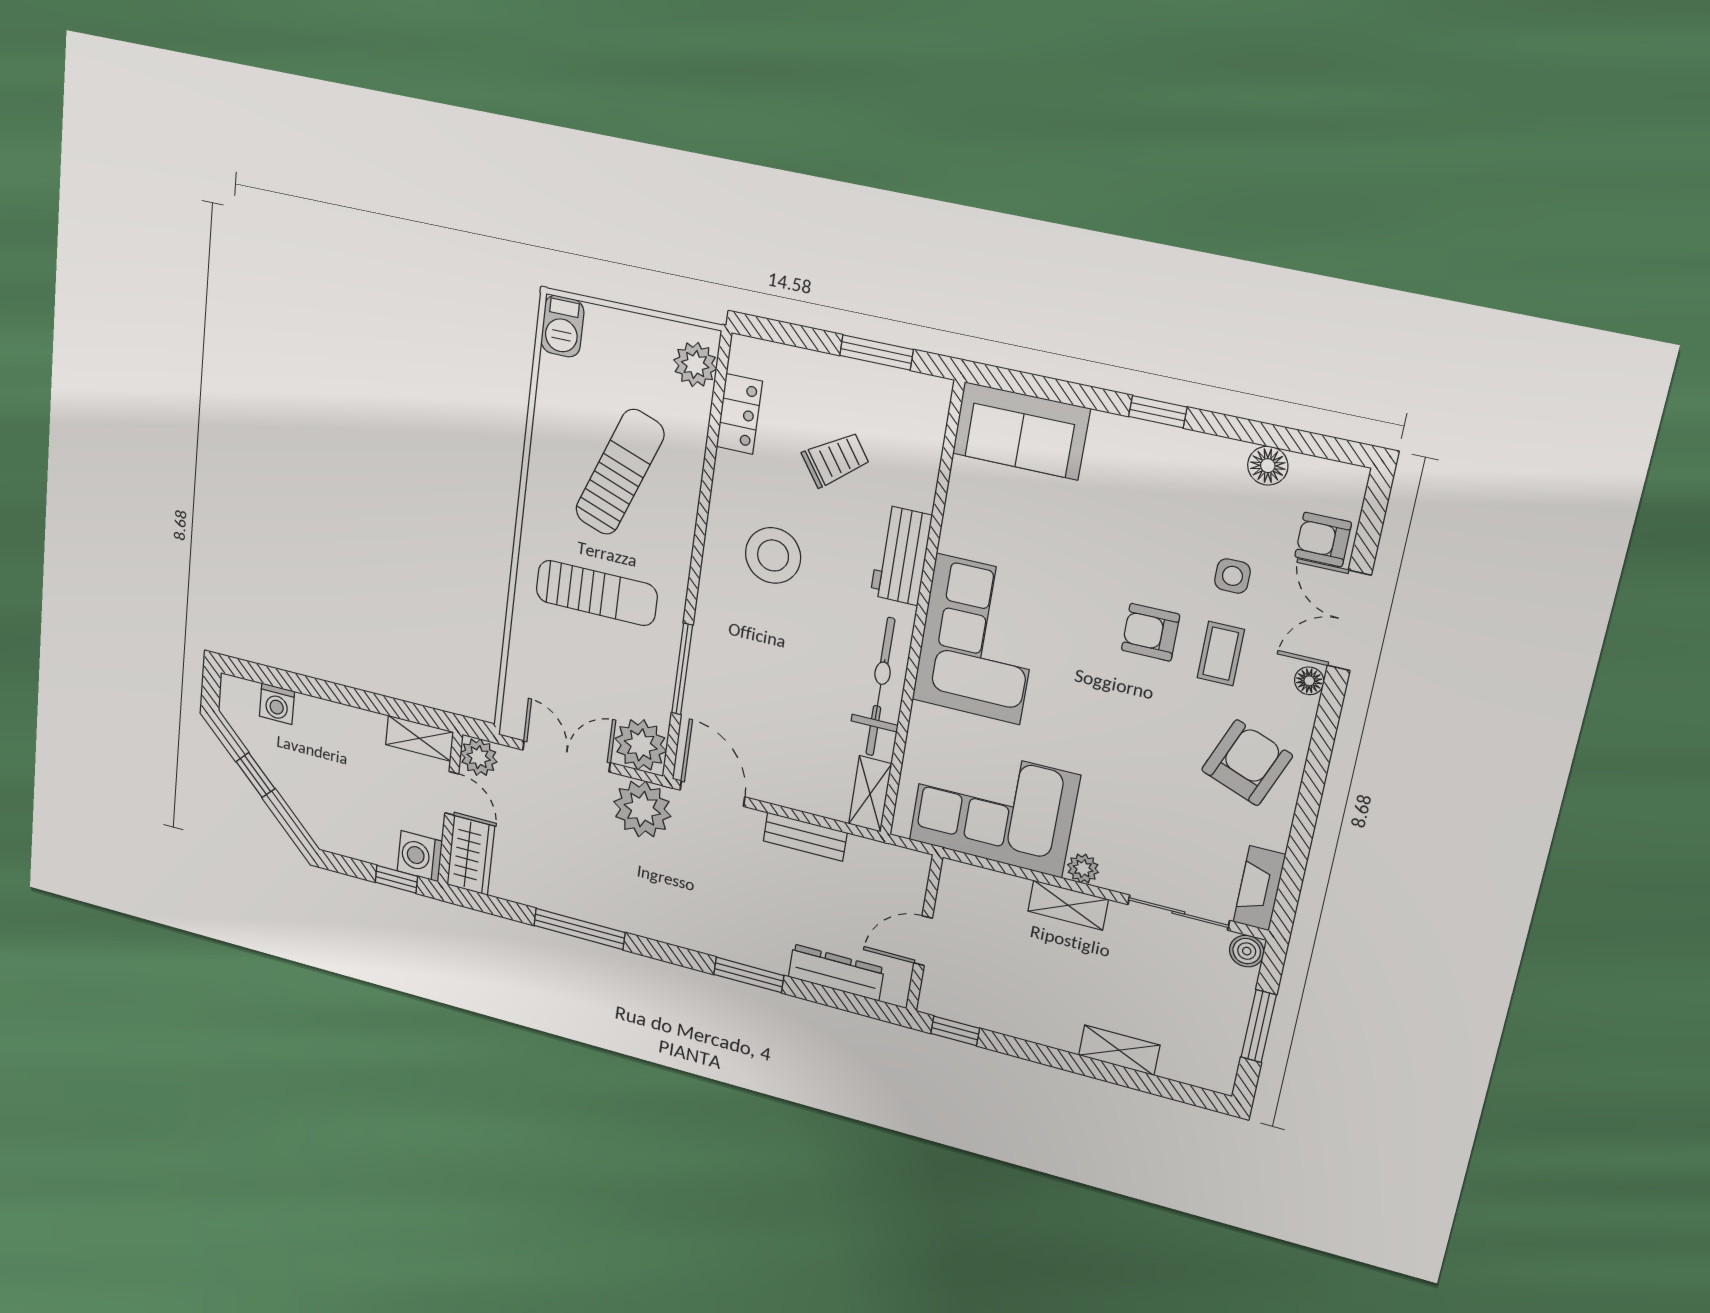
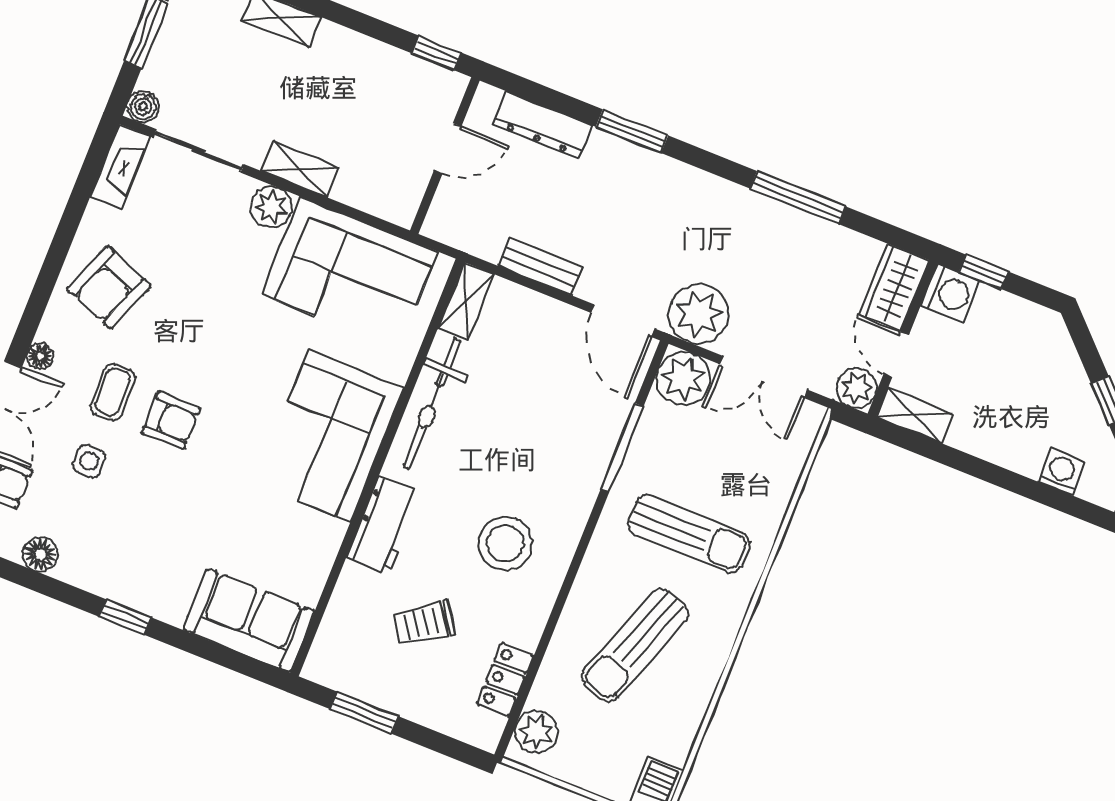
sun lounger: (597, 593) -> (689, 534), turned 180
plant: (1083, 868) -> (271, 207), width x1.38, depth x1.38

